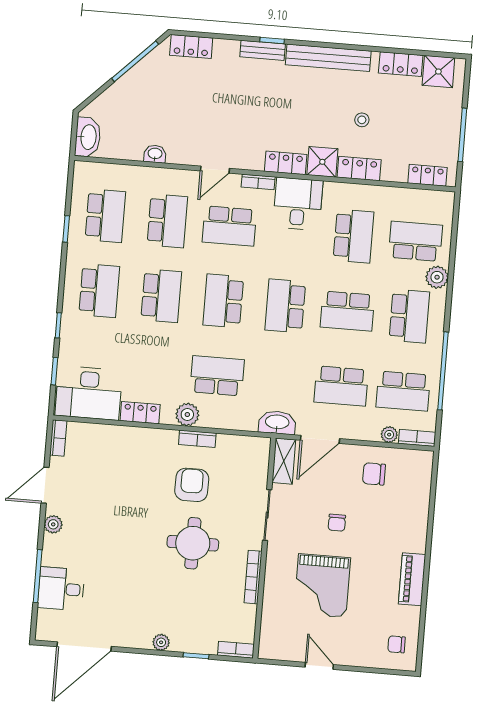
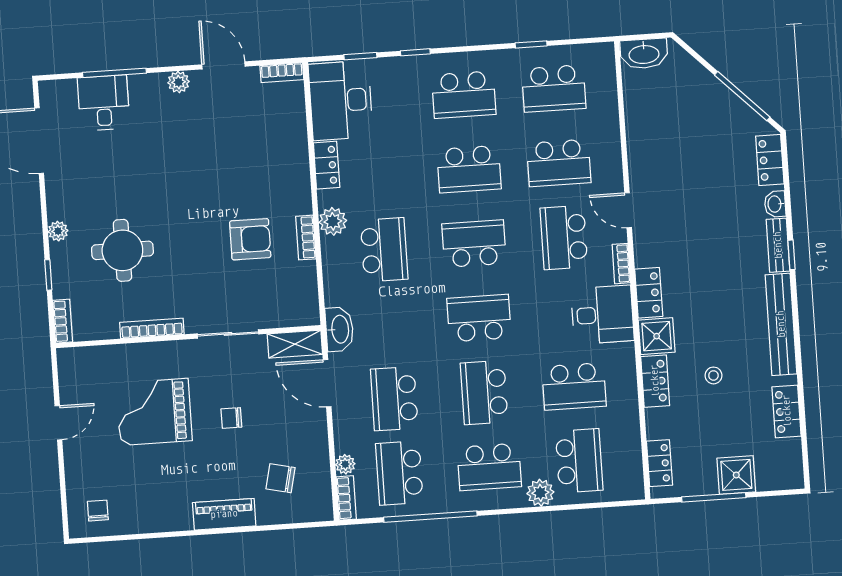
shower: (438, 72) -> (736, 475), moved
washbasin: (155, 154) -> (775, 204), moved, turned 180
chair: (374, 474) -> (280, 478), moved, turned -77
round table: (193, 543) -> (122, 250), moved
piano: (412, 579) -> (224, 514), moved

